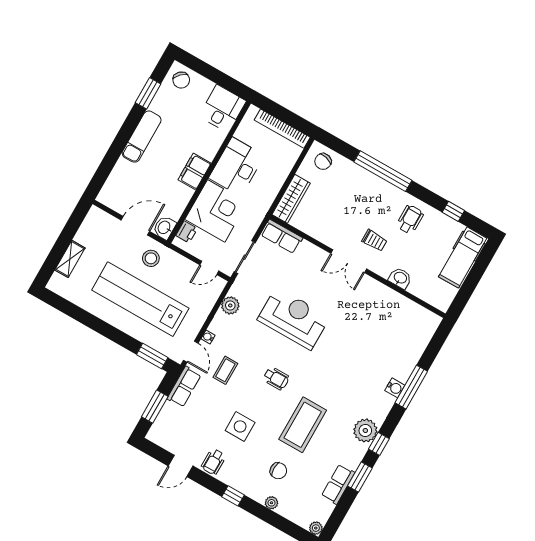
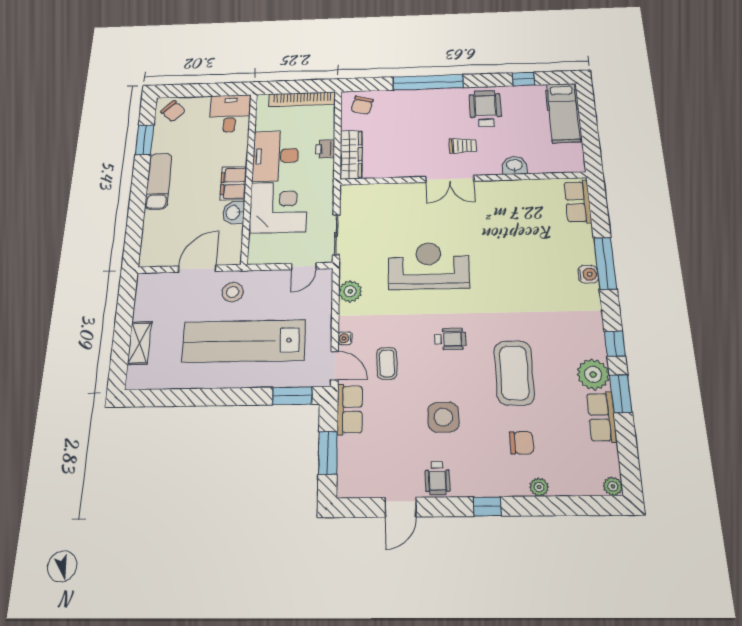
wheelchair: (410, 219) -> (485, 108), width x1.36, depth x1.37
washbasin: (164, 228) -> (233, 213), moved
printer: (187, 232) -> (325, 149), moved, turned 180
row of seats: (282, 236) -> (578, 202), moved, turned 90
plant: (365, 430) -> (593, 374), moved

